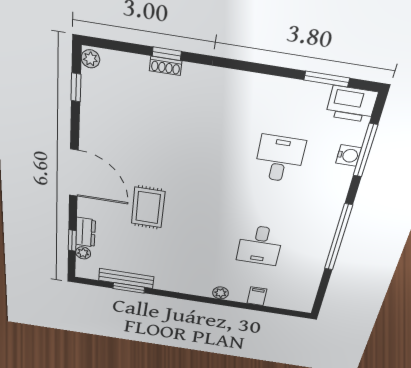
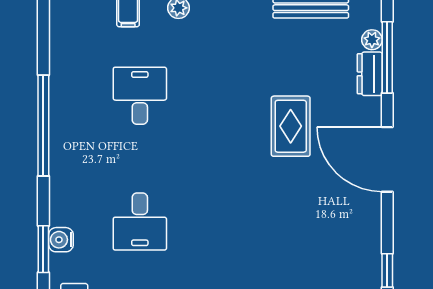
window: (365, 151) -> (43, 249), width x0.69
window: (72, 240) -> (387, 57), width x2.17

